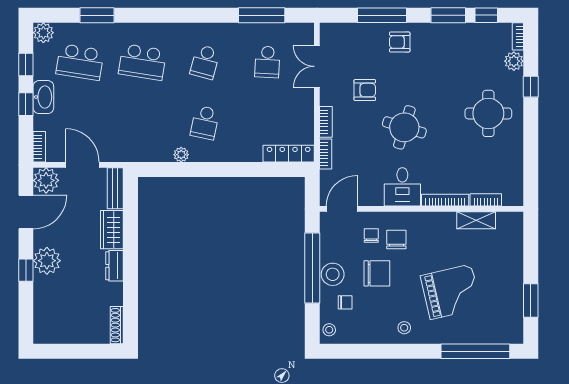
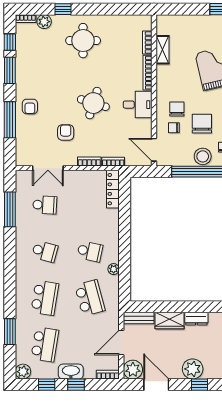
school desk: (142, 123) -> (90, 298), added
chair: (396, 240) -> (177, 109), turned 90

